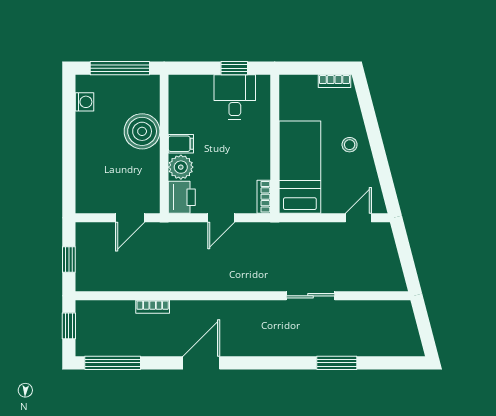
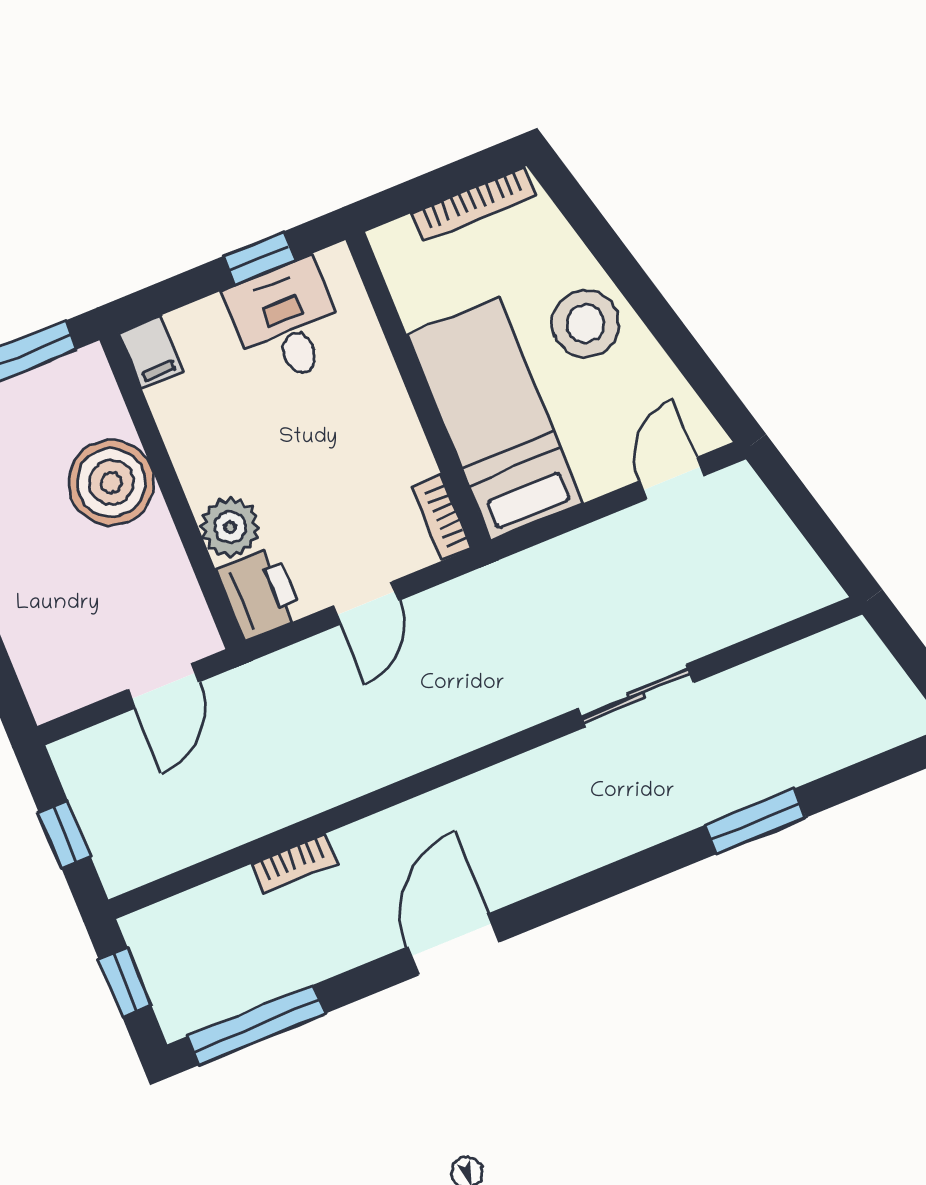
bookcase: (334, 81) -> (474, 204), width x1.56
filing cabinet: (181, 144) -> (151, 352), moved, turned 90
stool: (350, 145) -> (585, 324), width x1.89, depth x1.89

